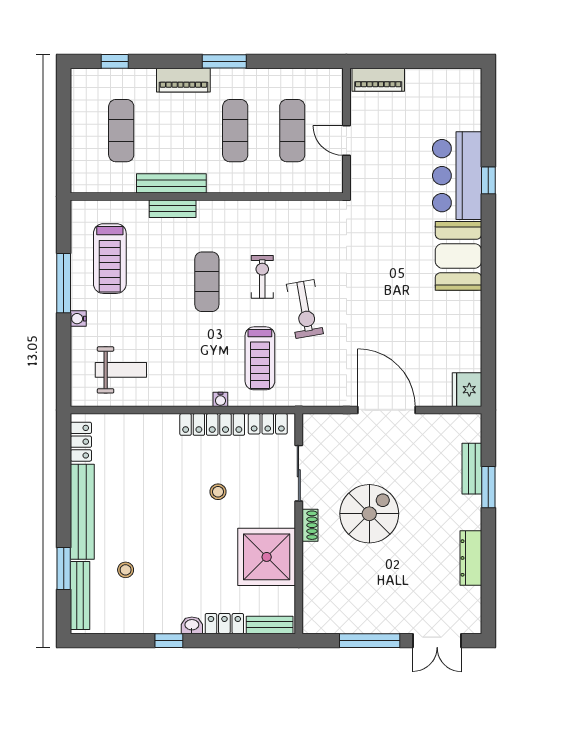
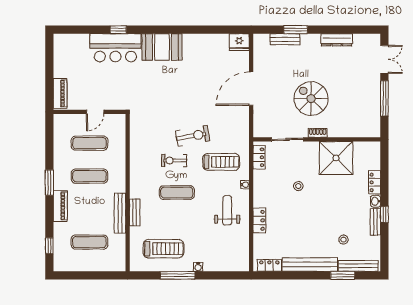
weight bench: (121, 370) -> (227, 210), moved
locker: (212, 424) -> (259, 220), moved, width x0.66
bench: (270, 625) -> (375, 222), moved

